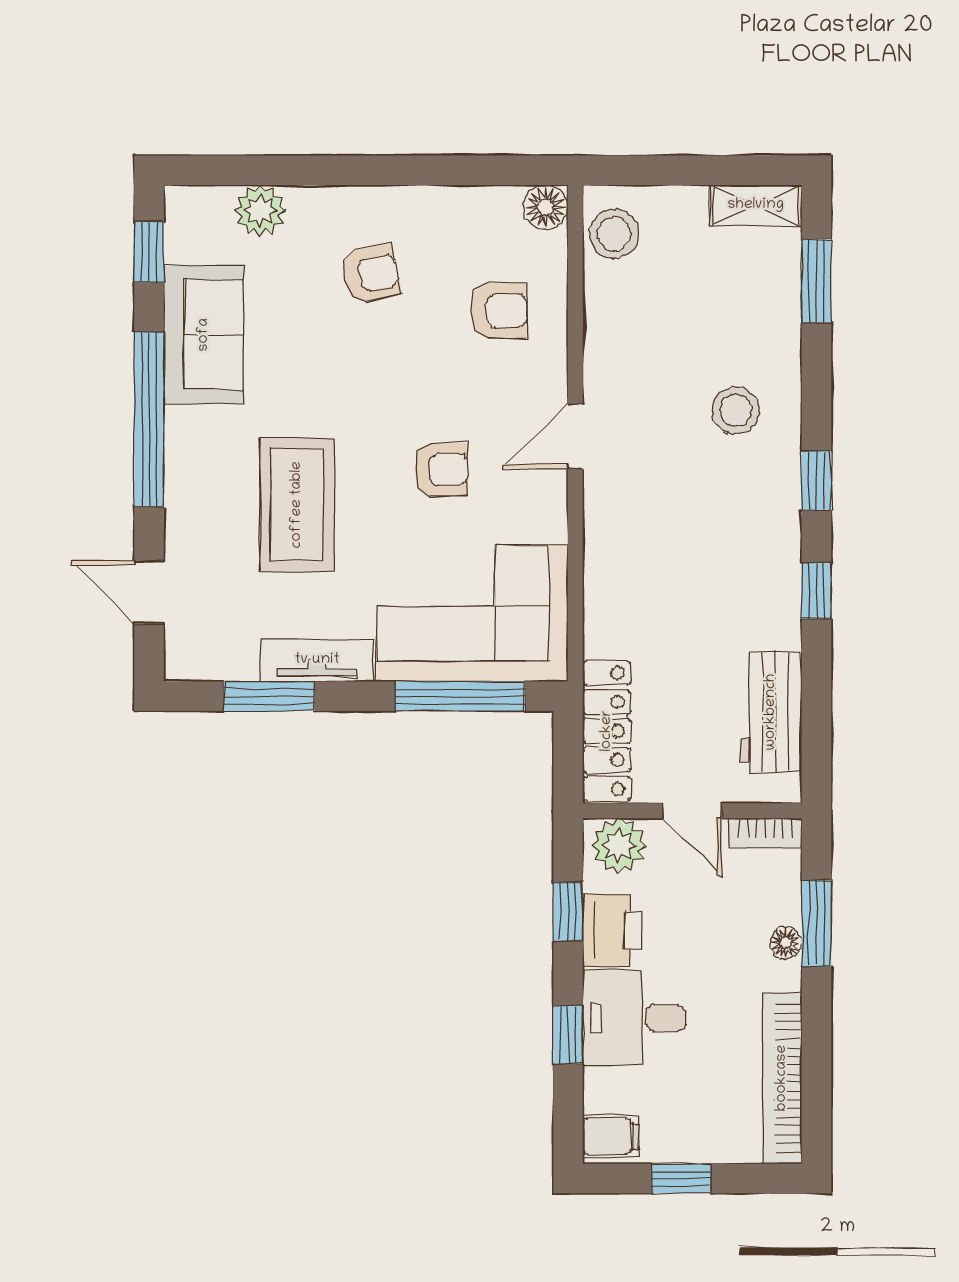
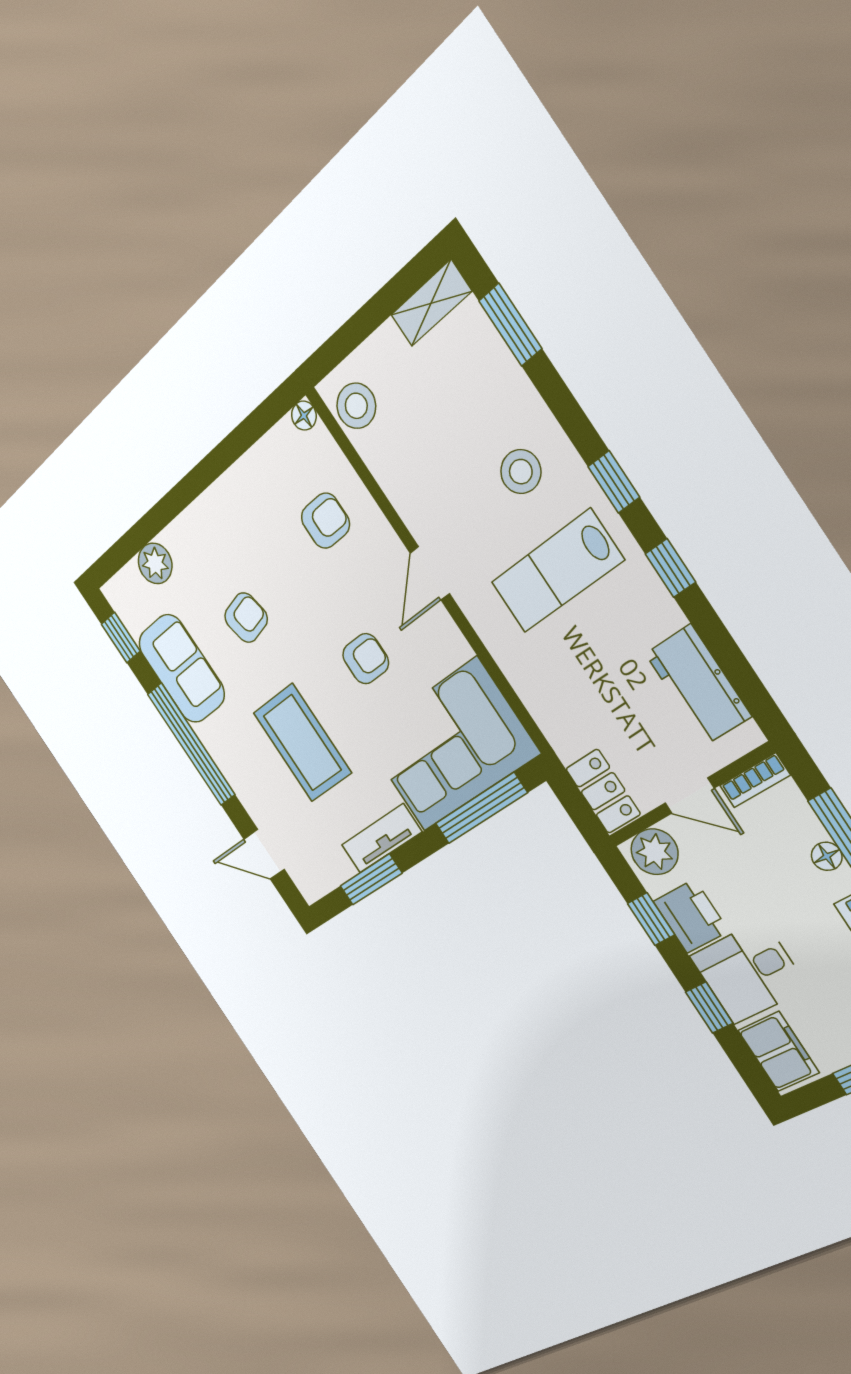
floor lamp: (546, 207) -> (304, 416), width x0.73, depth x0.73
armchair: (371, 274) -> (246, 618), moved
lab bench: (707, 522) -> (557, 571), added
locker: (607, 731) -> (603, 791), width x0.66
filing cabinet: (611, 1136) -> (778, 1051), width x2.00

